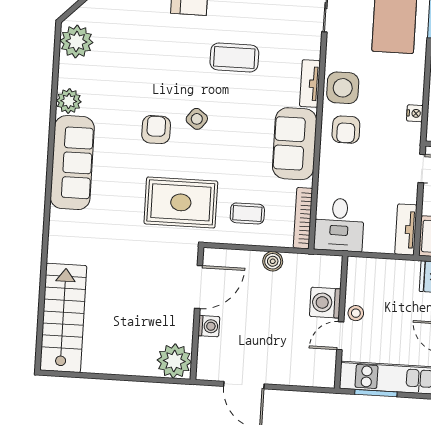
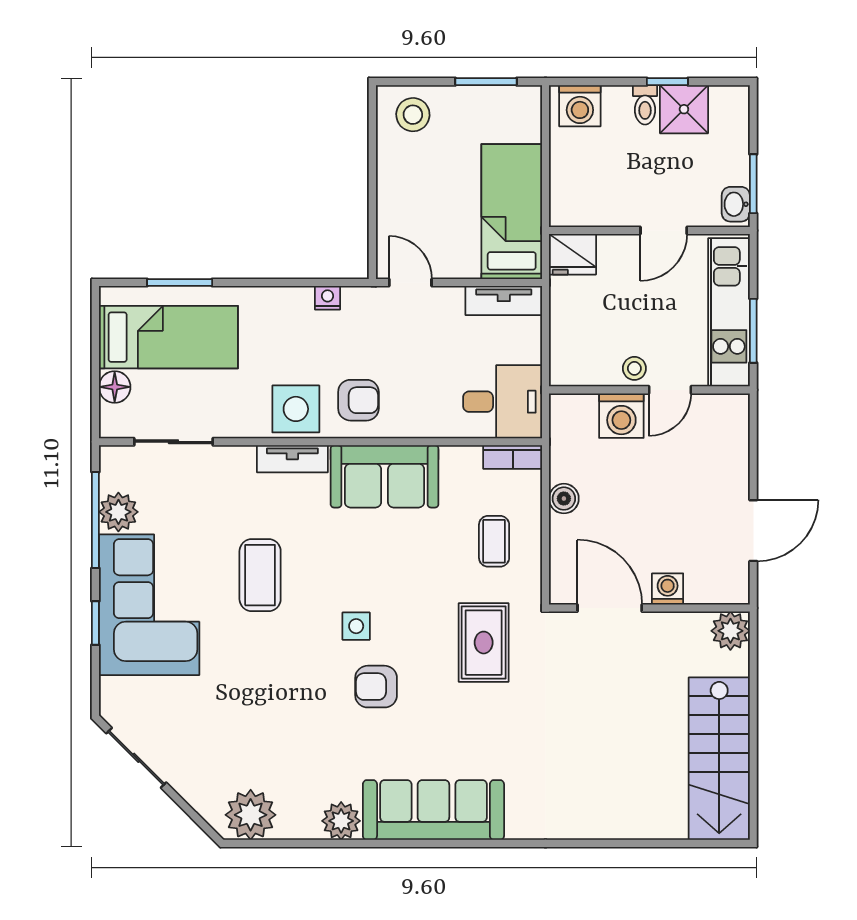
side table: (197, 119) -> (356, 626), turned -37
rug: (181, 202) -> (484, 643), width x0.73, depth x0.70
bookcase: (303, 218) -> (513, 457), width x0.64
stairs: (63, 318) -> (719, 759), moved, turned -90
door: (340, 336) -> (670, 390), hinge flipped
plant: (174, 361) -> (730, 631), width x0.73, depth x0.73

